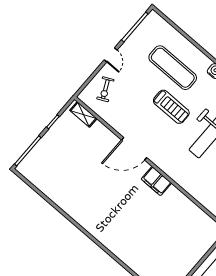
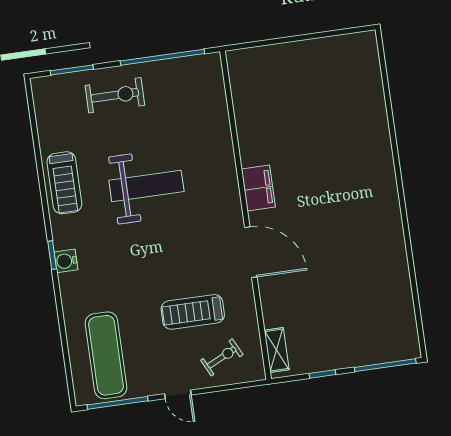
door: (111, 55) -> (178, 394), swing flipped
exercise mat: (173, 68) -> (106, 355), moved
treadmill: (171, 107) -> (193, 312), moved, turned -90

